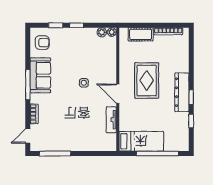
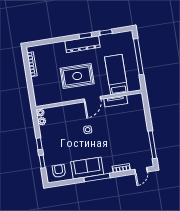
cot: (141, 34) -> (38, 87), removed
door: (28, 136) -> (141, 171), hinge flipped
bed: (141, 141) -> (116, 75), moved

